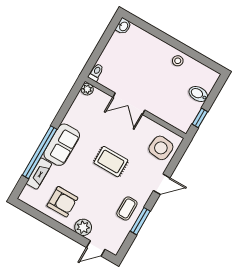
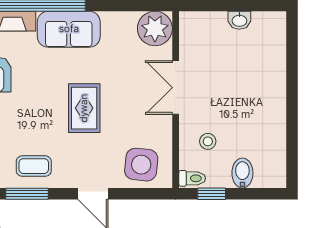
washbasin: (123, 26) -> (239, 20), moved
stool: (178, 61) -> (208, 141), moved
toilet: (96, 72) -> (192, 178), moved
plant: (87, 89) -> (155, 28), width x1.88, depth x1.88

